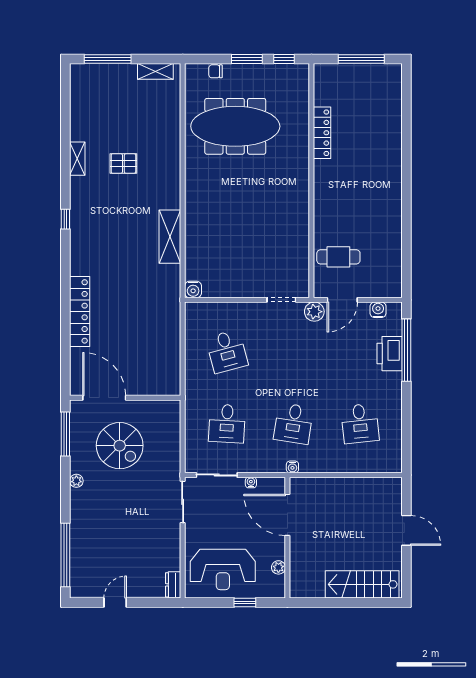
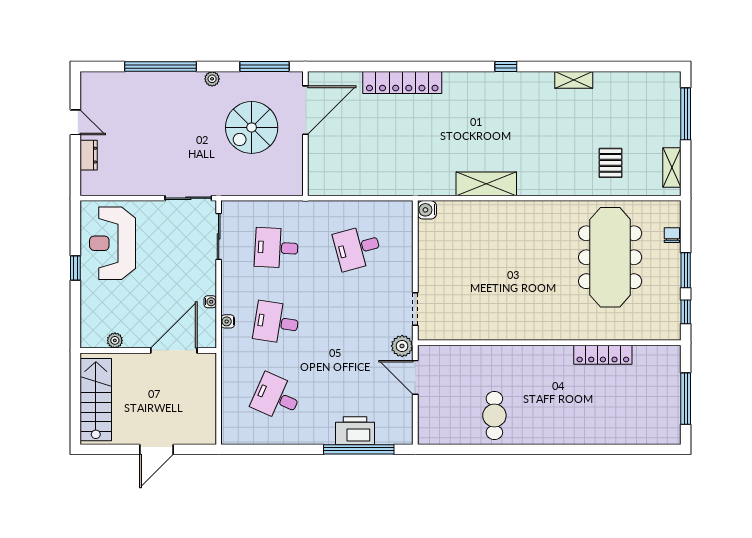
pallet: (123, 163) -> (611, 163), moved
cafe table: (338, 257) -> (494, 416), moved
water cooler: (378, 310) -> (404, 418), removed
desk: (360, 423) -> (276, 397), turned 30
water cooler: (251, 482) -> (210, 302), moved
door: (287, 515) -> (174, 350), moved
wall: (287, 538) -> (148, 350), moved
window: (65, 555) -> (161, 67), moved
plant: (278, 567) -> (115, 340), moved
dresser: (173, 585) -> (89, 155), moved, turned 90

